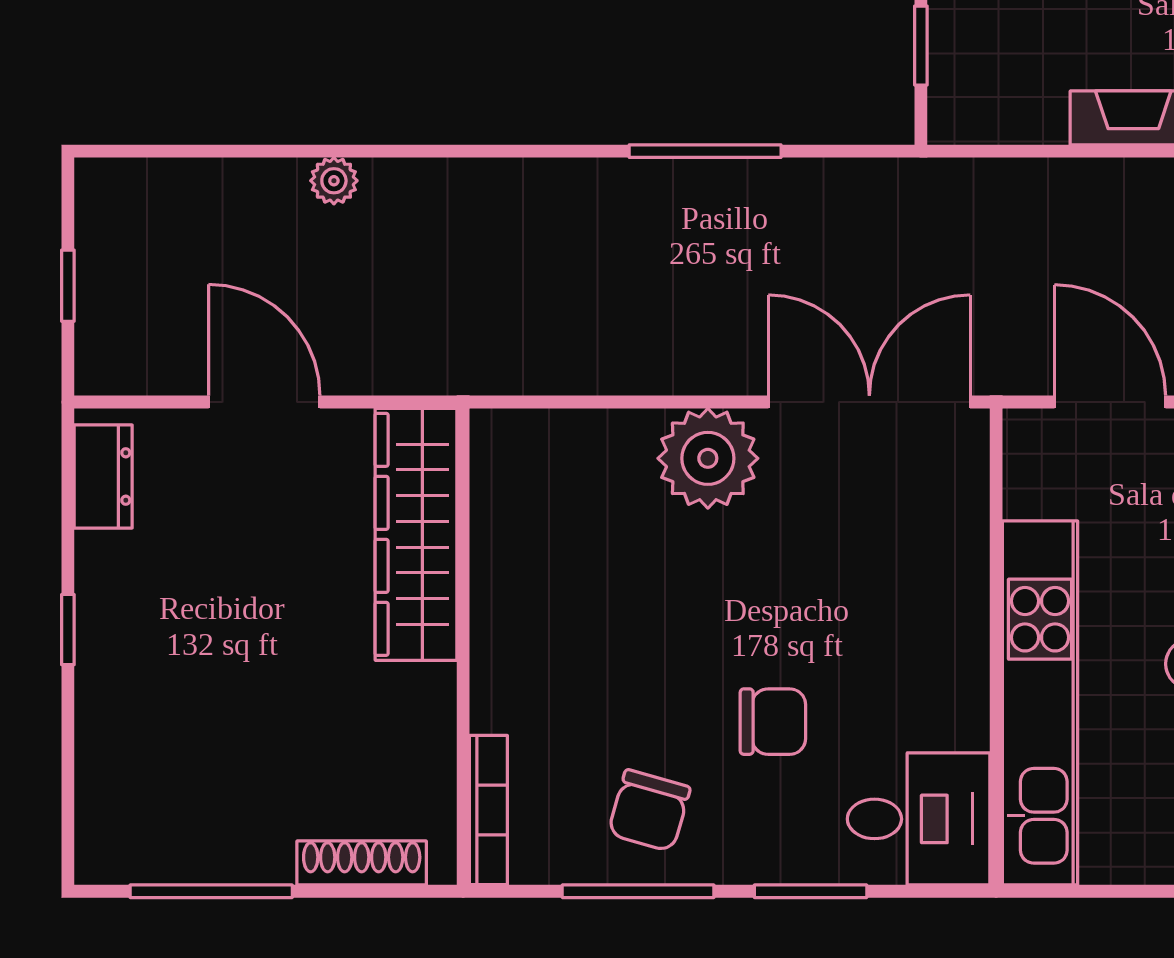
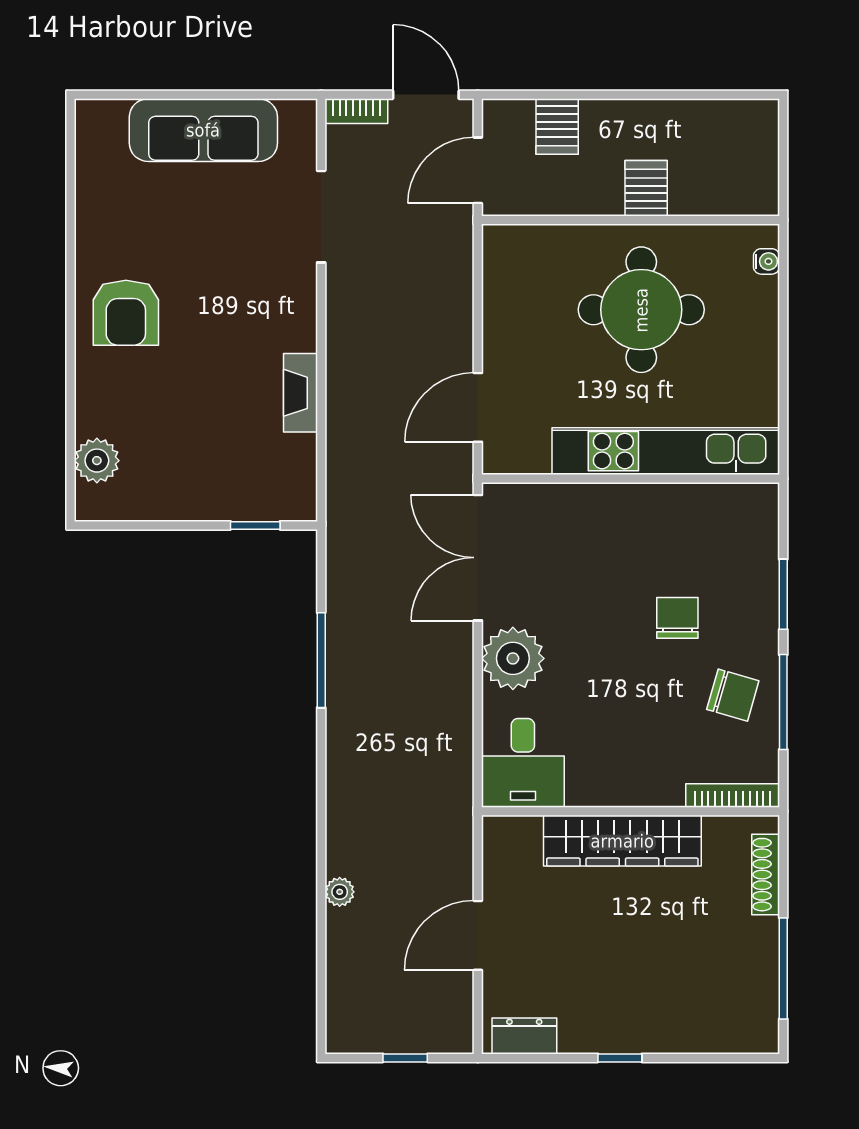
wardrobe: (416, 534) -> (622, 841), moved
desk: (919, 819) -> (523, 763), moved, turned 180

